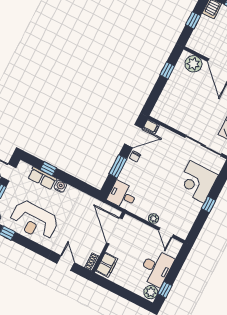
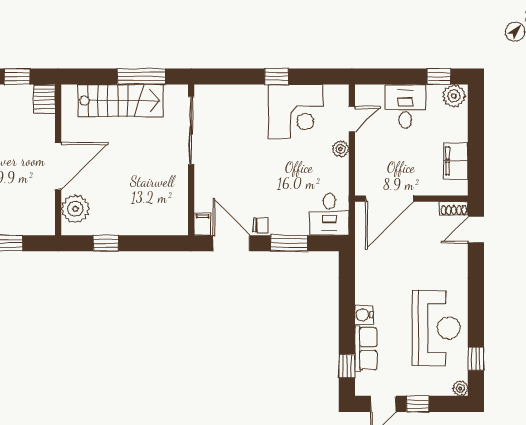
window: (48, 169) -> (347, 366), moved
corner desk: (197, 182) -> (296, 112), moved
door: (66, 263) -> (476, 230), moved
filing cabinet: (107, 265) -> (456, 161), moved, turned -90
desk: (156, 268) -> (405, 106), width x0.73

